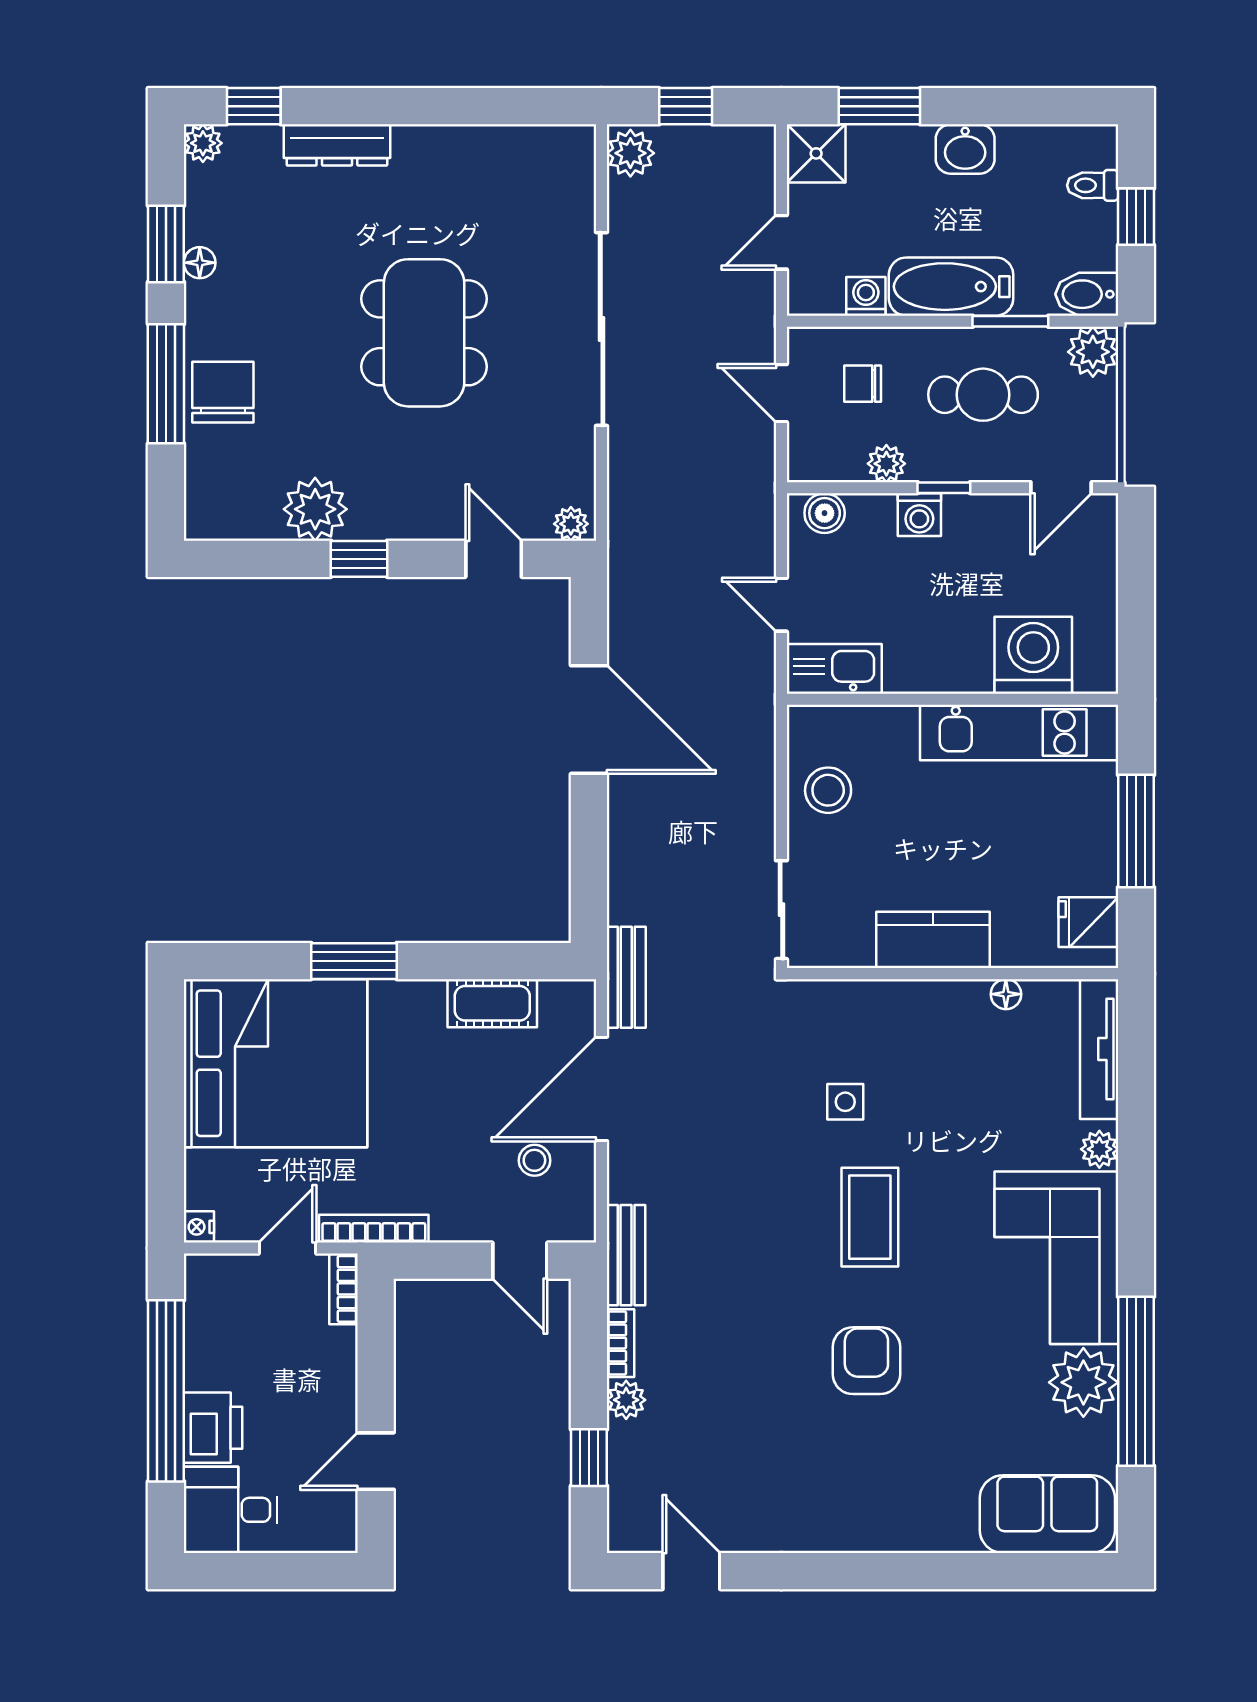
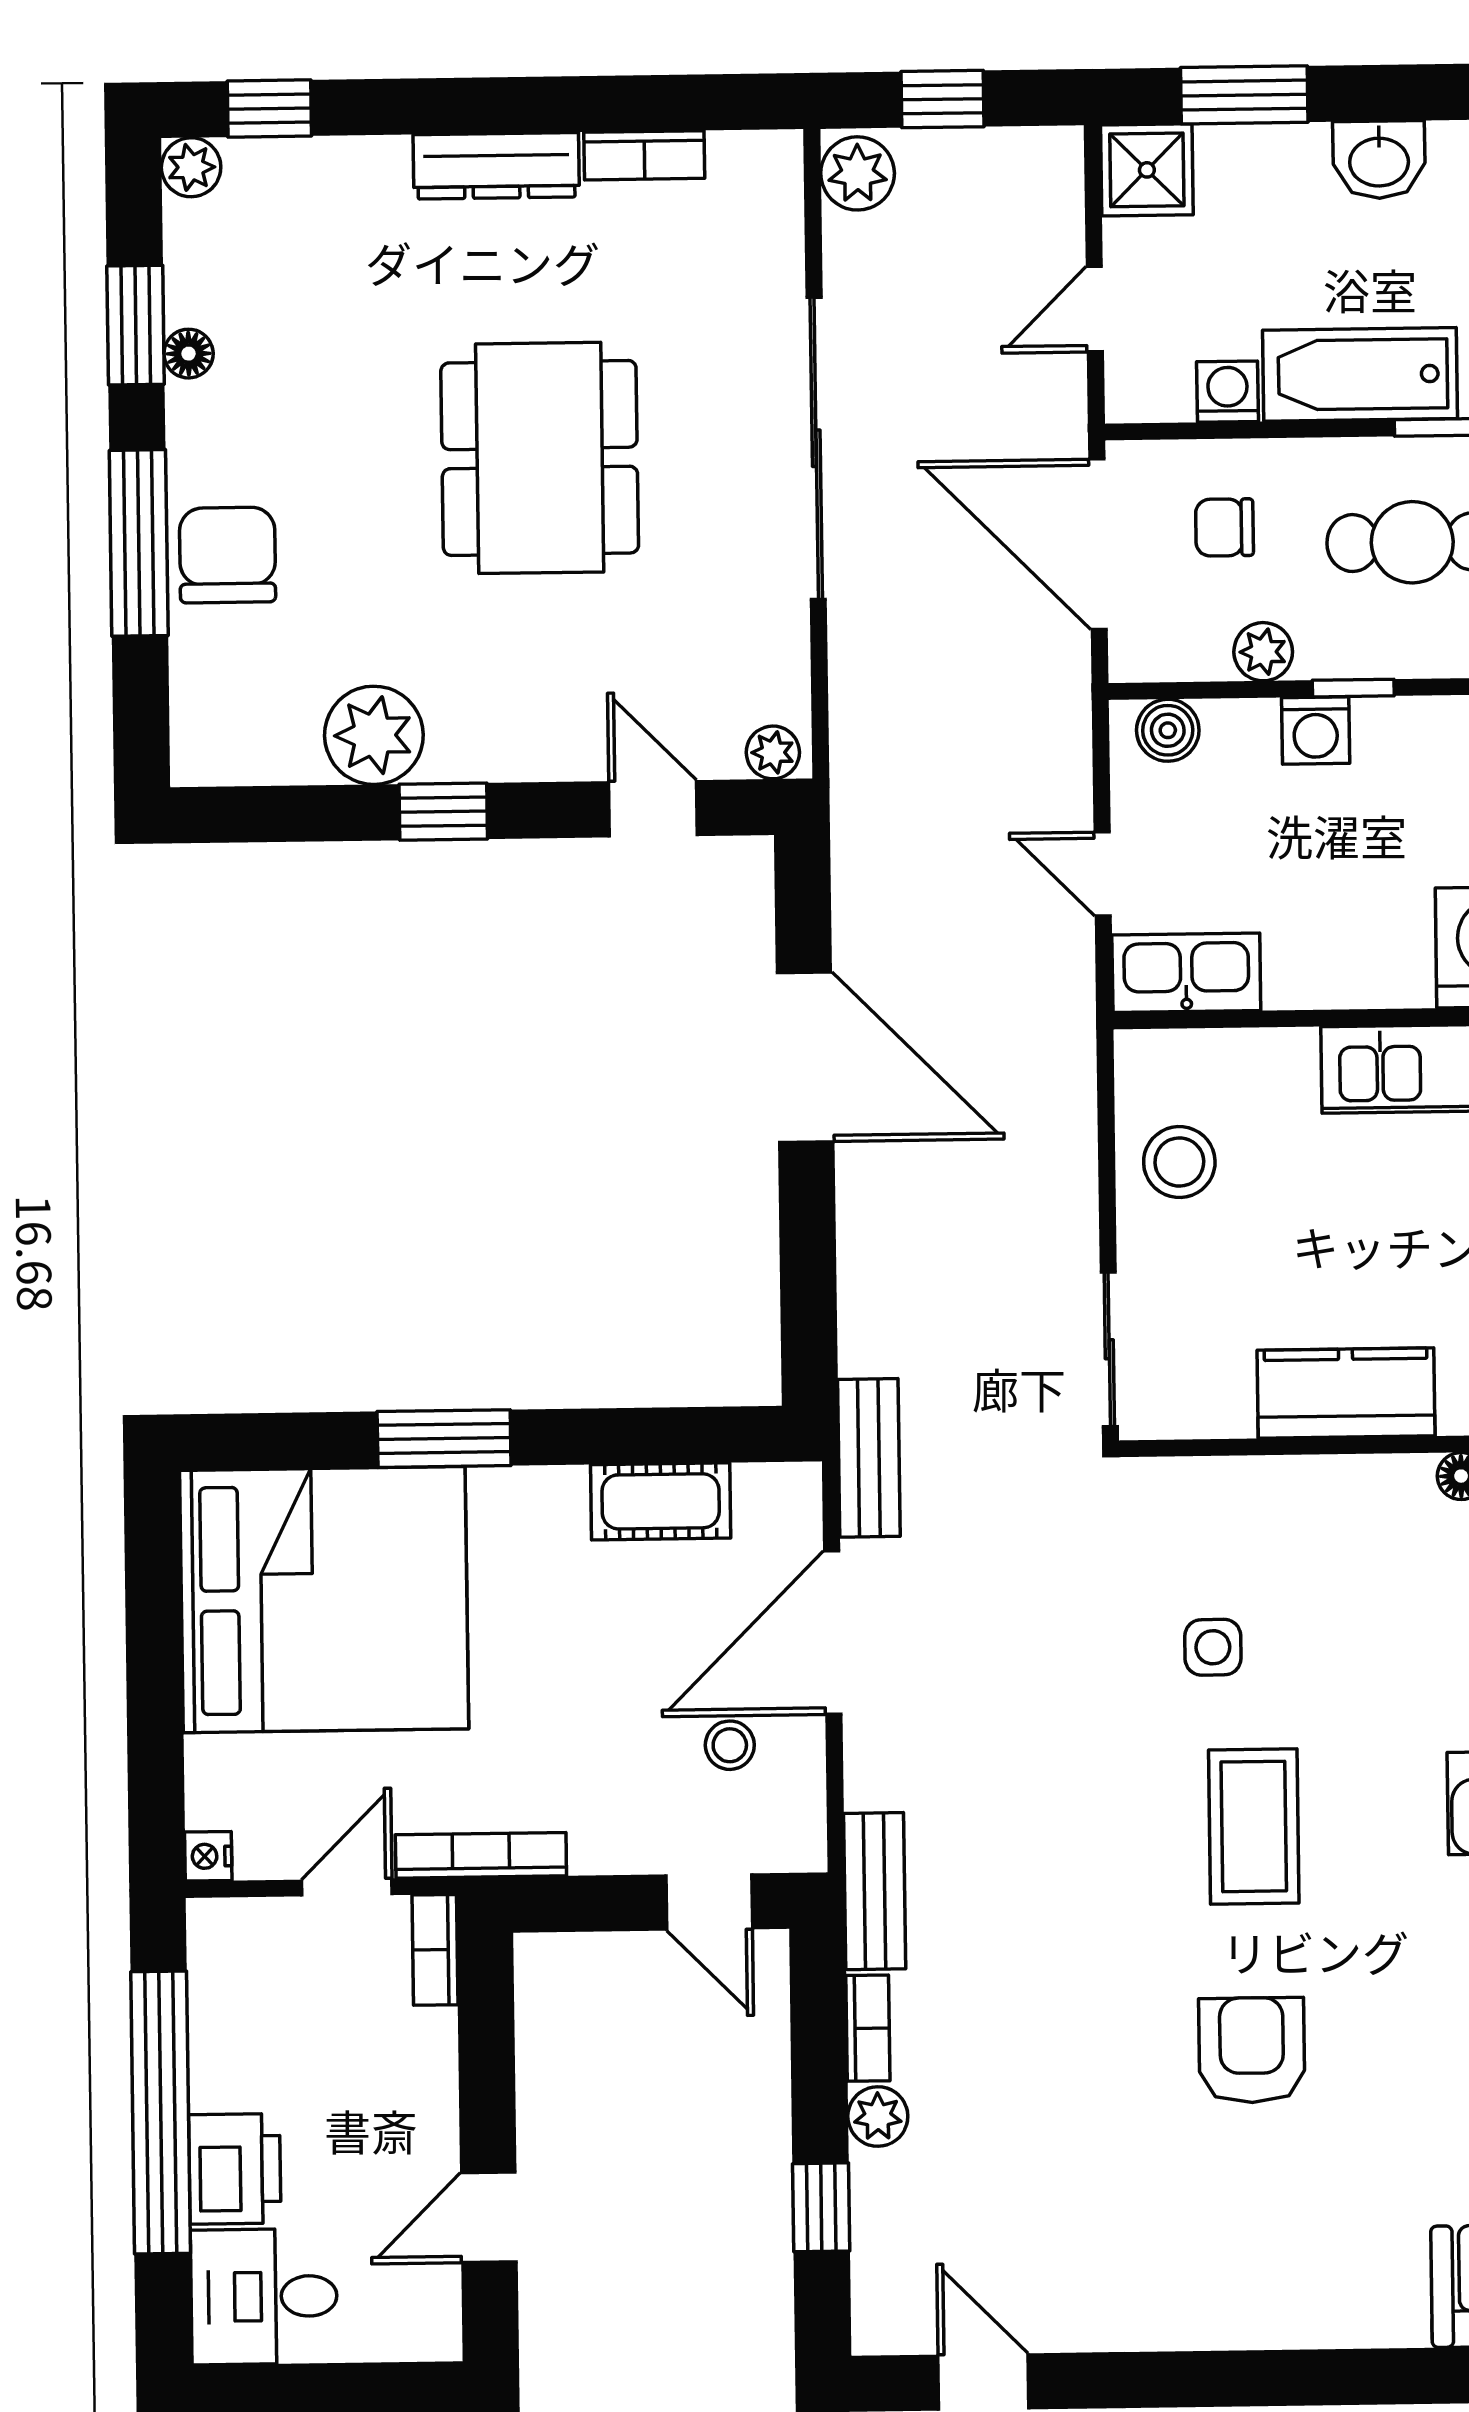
bookcase: (494, 140) -> (644, 155), added
dresser: (337, 145) -> (496, 166), moved
door: (781, 393) -> (1098, 544), width x1.87

